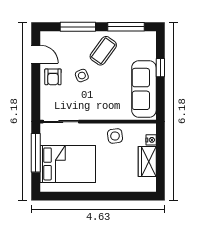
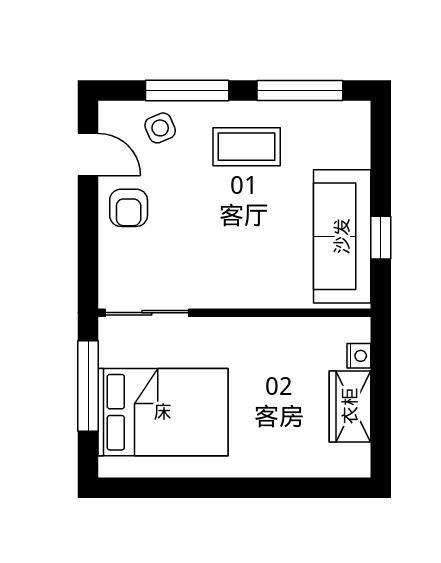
coffee table: (103, 51) -> (247, 147), turned 54
window: (160, 68) -> (381, 238), moved
side table: (82, 76) -> (160, 128), moved
side table: (115, 136) -> (274, 347), removed

